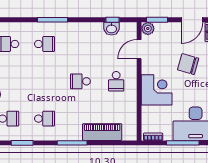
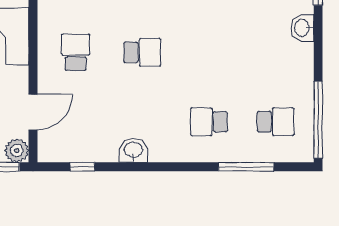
window: (53, 20) -> (246, 167), moved
washbasin: (111, 29) -> (133, 150), moved

